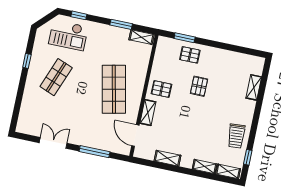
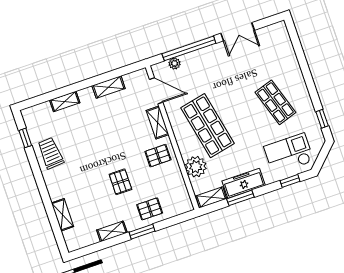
freezer: (113, 33) -> (244, 183), added
window: (185, 38) -> (142, 232), moved
window: (27, 61) -> (322, 119), moved
plant: (139, 65) -> (196, 167), added
shop shelf: (56, 77) -> (275, 102), turned -39
plant: (111, 147) -> (174, 63), added
window: (94, 152) -> (189, 48), width x1.46
shelving: (228, 171) -> (112, 231), moved

